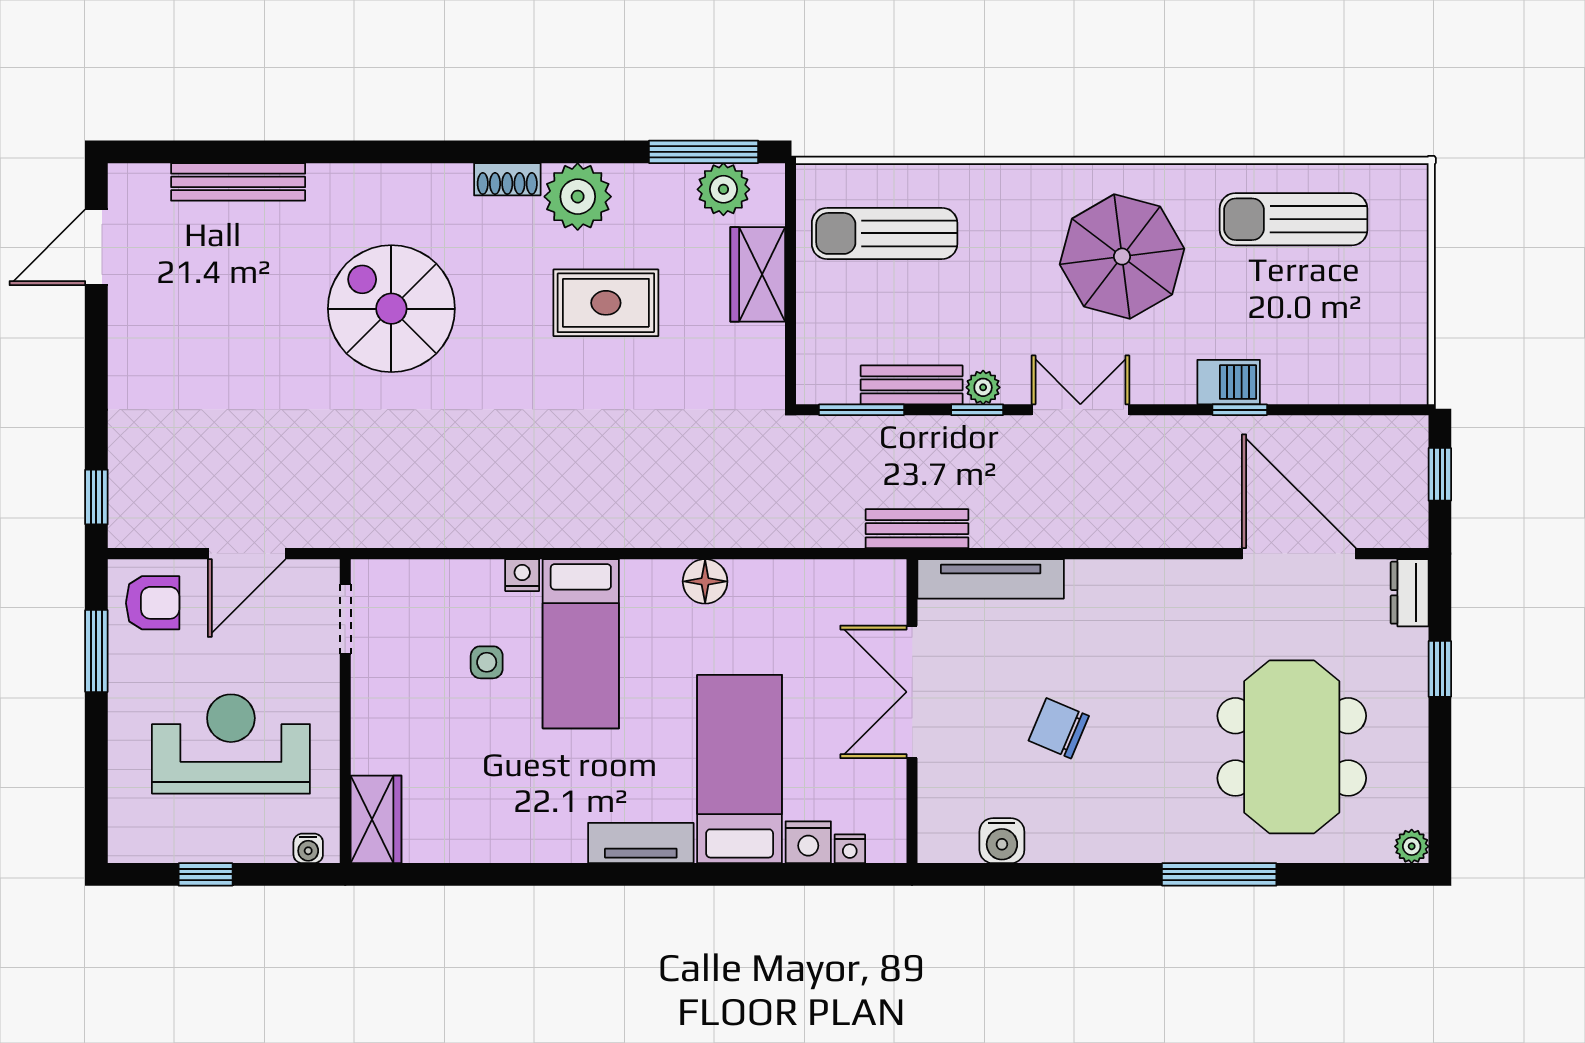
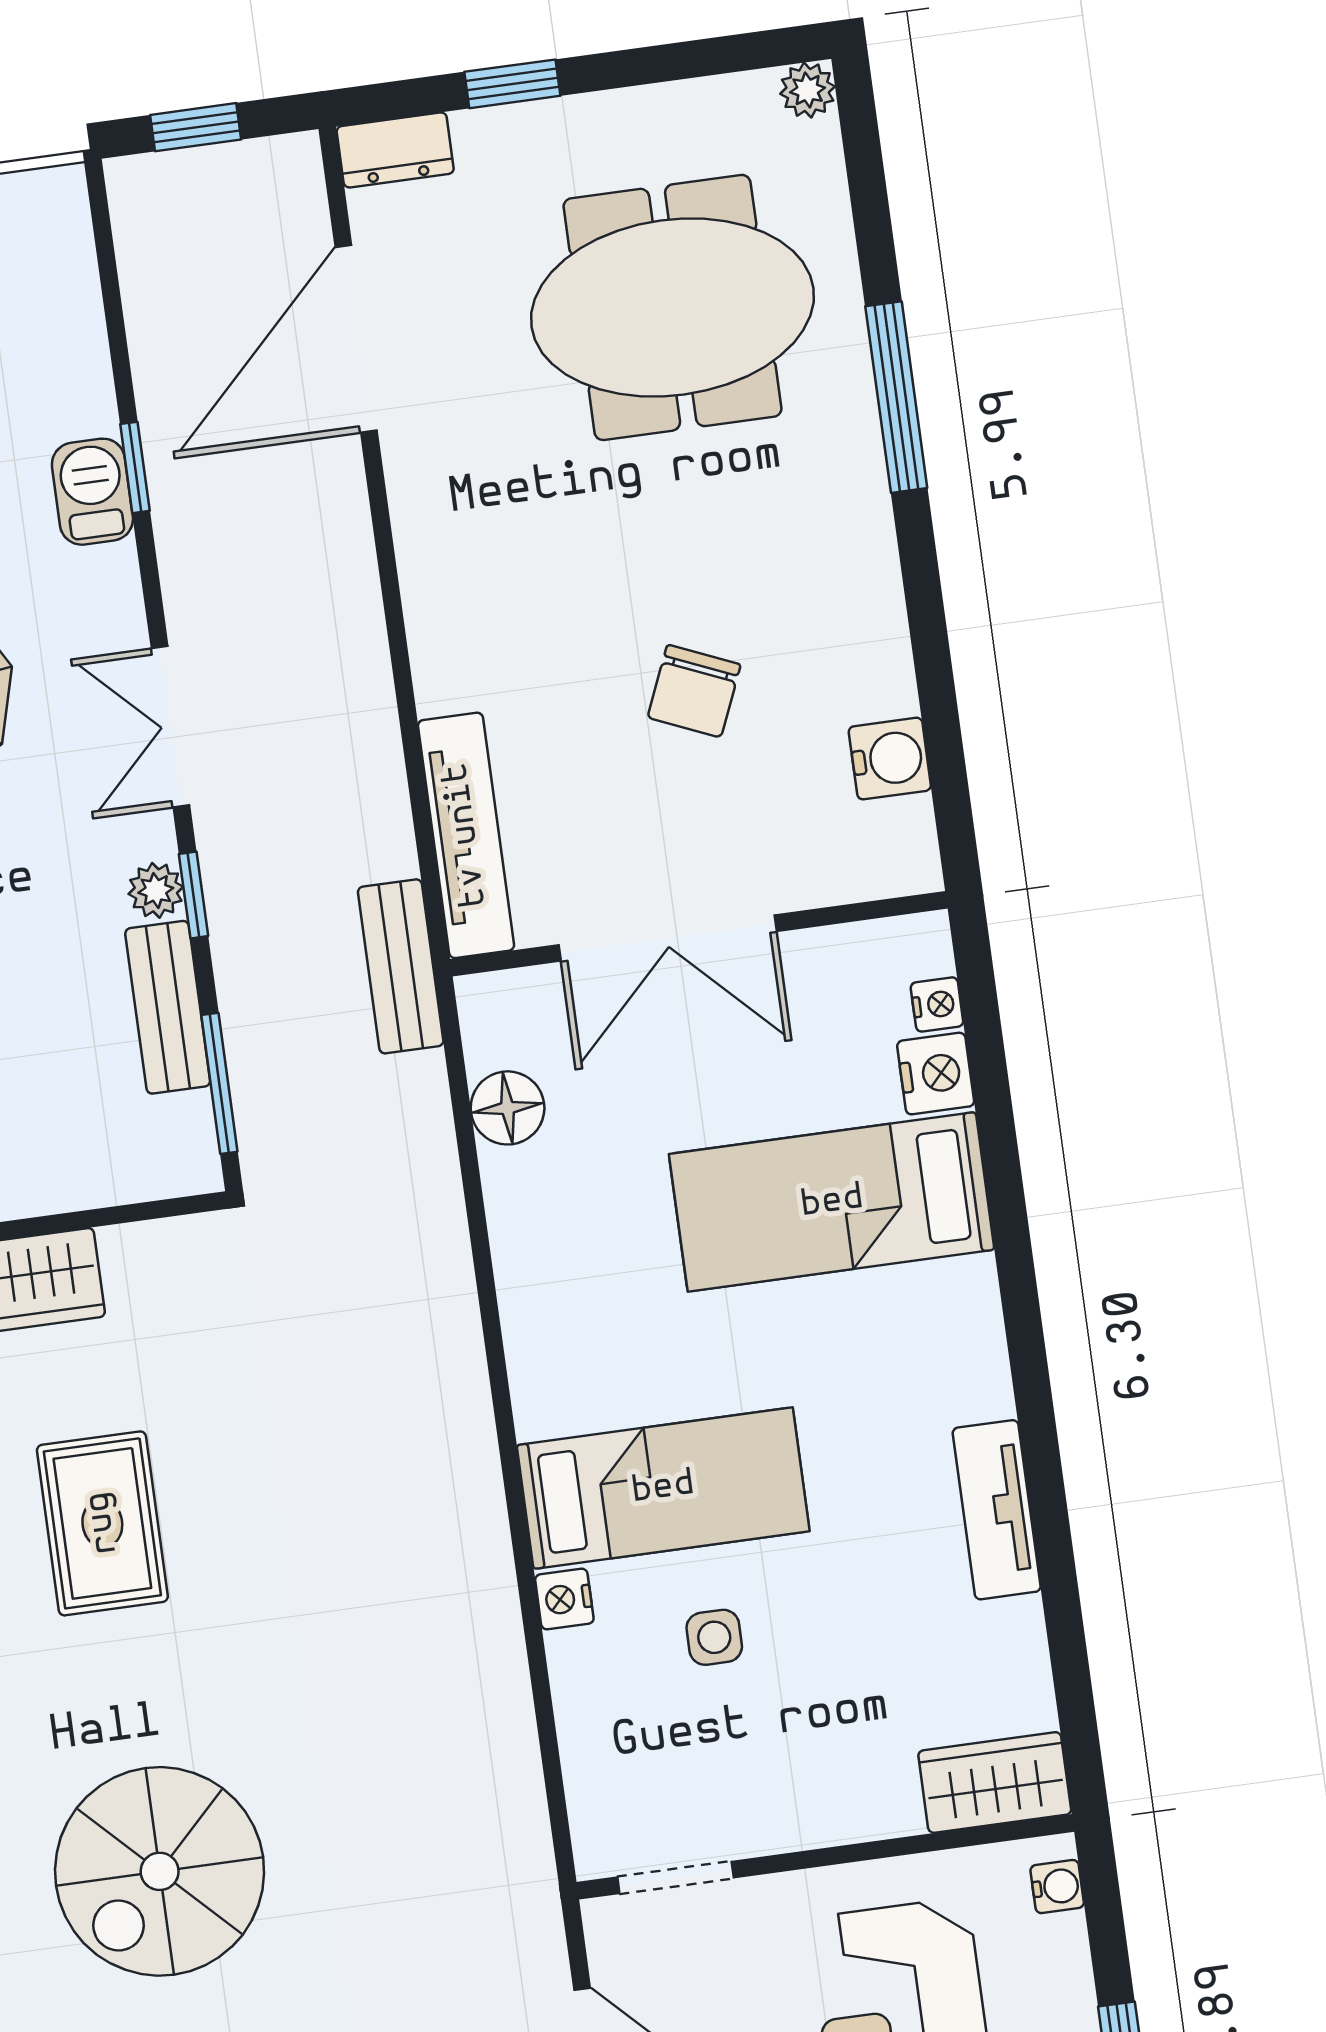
floor lamp: (705, 581) -> (508, 1108), moved
tv unit: (641, 843) -> (997, 1510), moved

